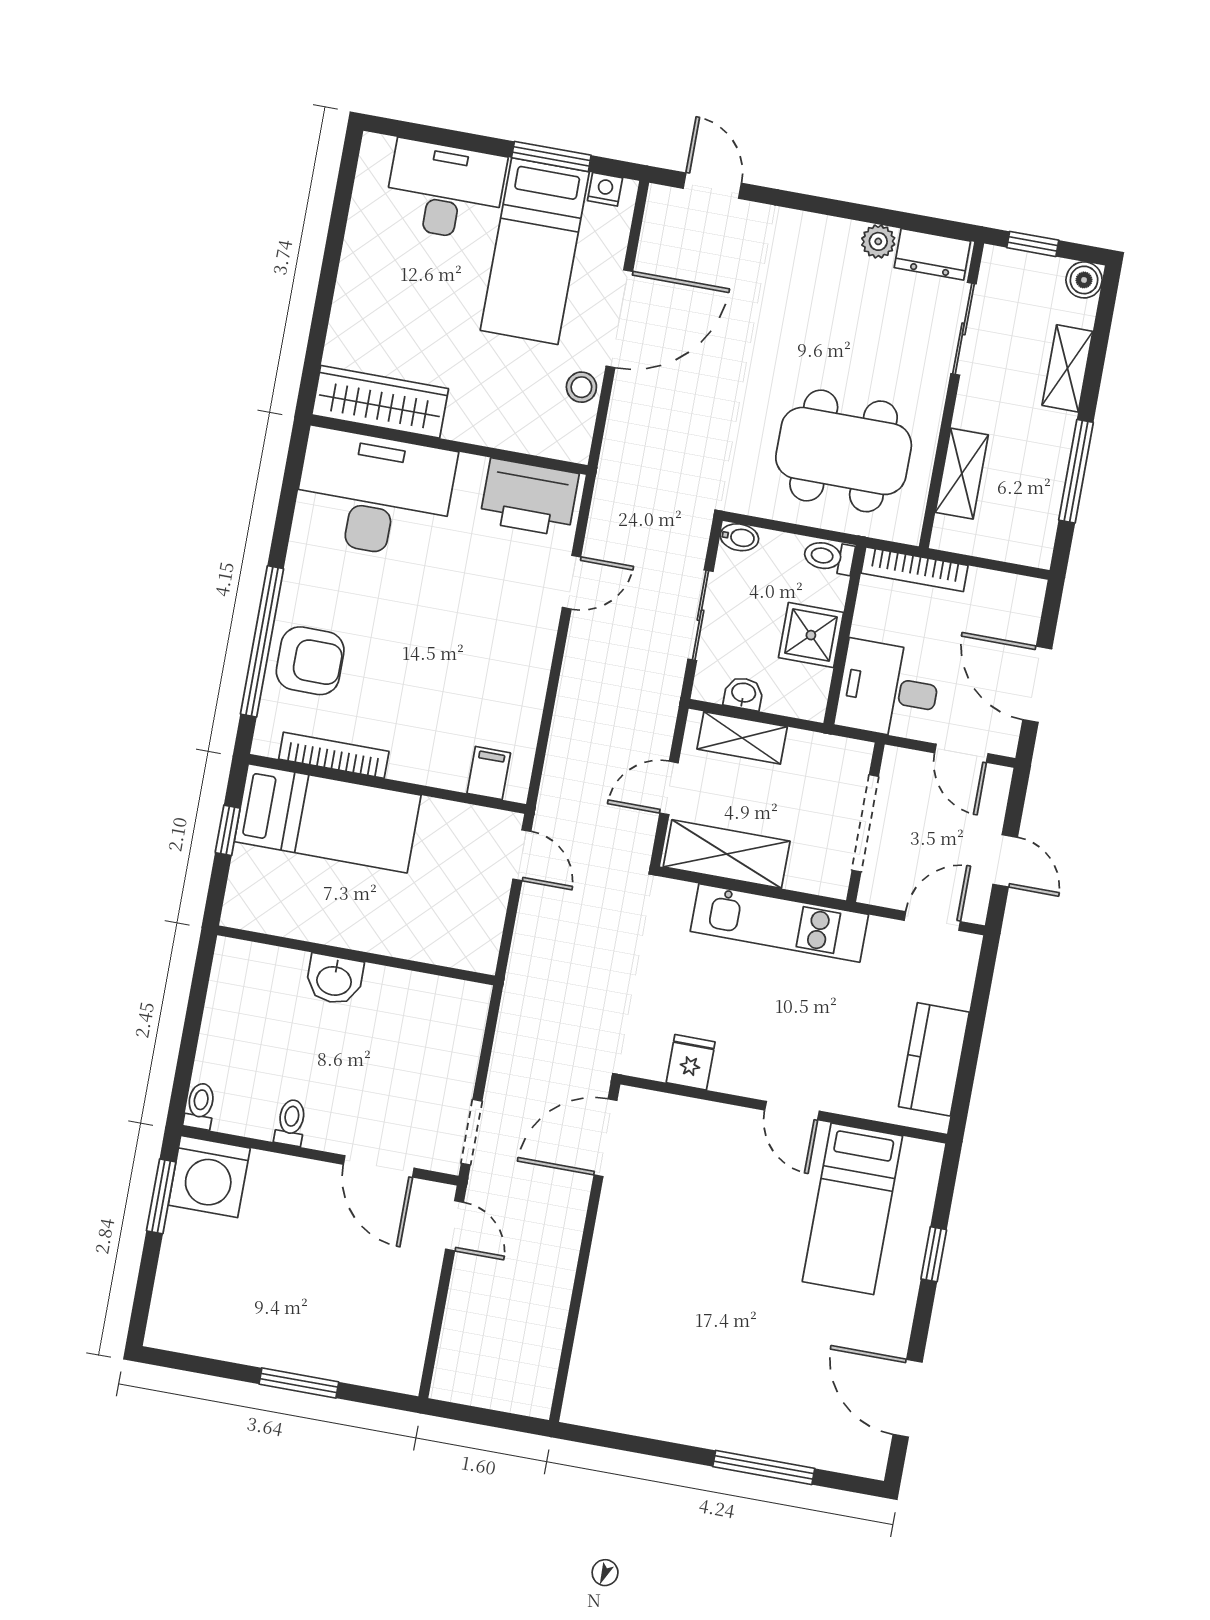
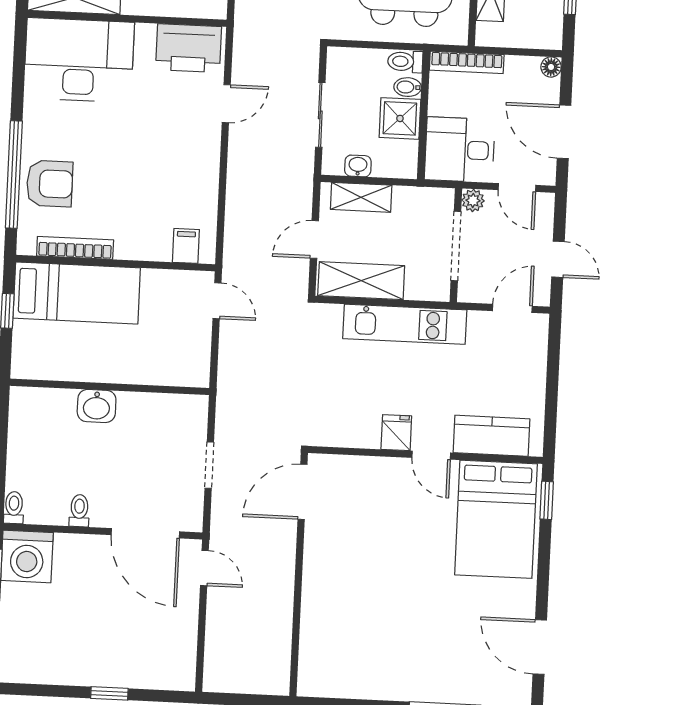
bidet: (739, 537) -> (408, 87), moved, turned 180
floor lamp: (1031, 591) -> (551, 67), added
plant: (898, 763) -> (473, 200), added
kitchen counter: (934, 1059) -> (491, 436), moved, turned 90
fridge: (691, 1062) -> (396, 433), moved
doorway: (472, 1132) -> (209, 465), moved
door: (379, 1166) -> (145, 533), width x1.36
bed: (852, 1209) -> (496, 519), width x1.50
window: (934, 1254) -> (547, 500), moved
window: (299, 1383) -> (109, 693), width x0.67

